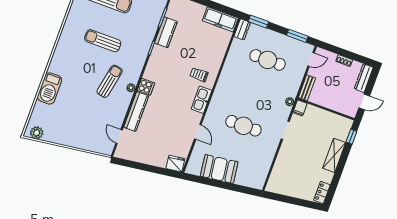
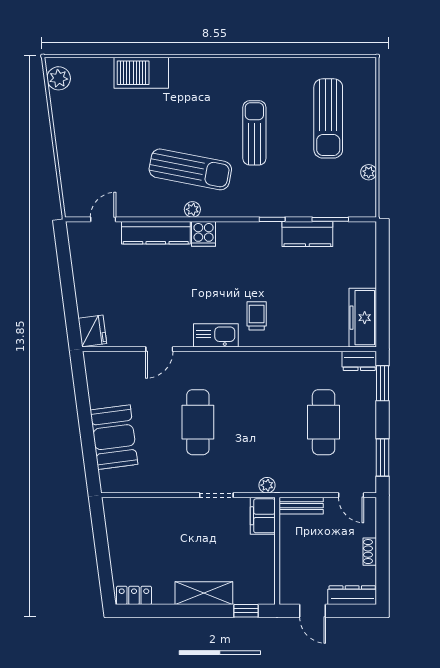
sun lounger: (110, 81) -> (190, 169), width x1.36, depth x1.34
filing cabinet: (300, 108) -> (263, 516), width x2.00
booth: (219, 169) -> (114, 437), moved

